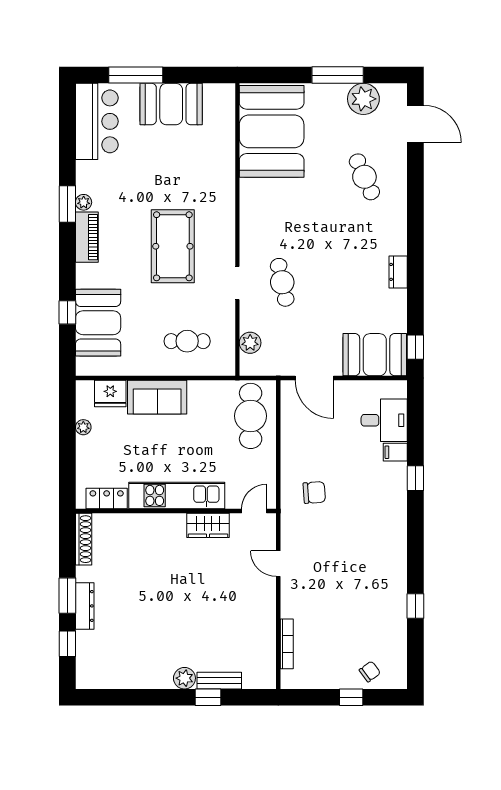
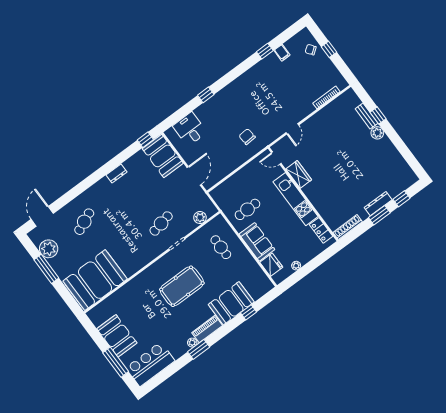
booth: (98, 323) -> (231, 303), moved
cafe table: (251, 416) -> (247, 209), moved, width x0.73, depth x0.74
filing cabinet: (395, 452) -> (282, 53), moved

